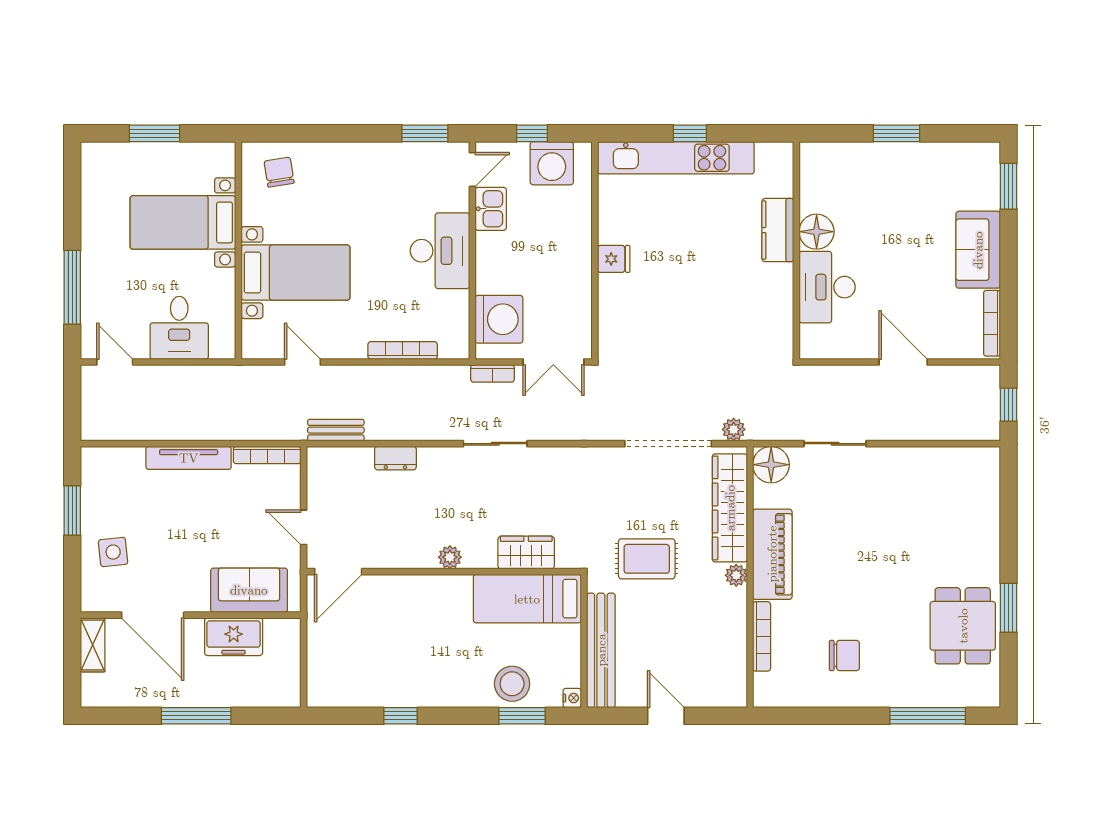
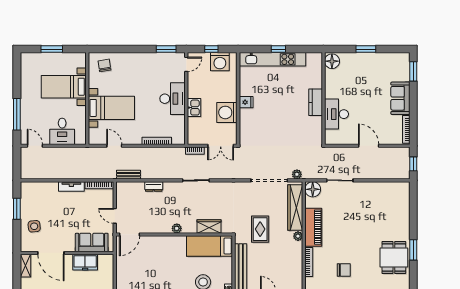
kitchen sink: (491, 209) -> (194, 108), moved
kitchen counter: (778, 230) -> (316, 102), moved
floor lamp: (817, 232) -> (332, 61), moved
washing machine: (499, 319) -> (227, 112), moved, turned 180
tv unit: (189, 458) -> (71, 186), width x0.71
rug: (647, 559) -> (260, 229), turned 90

